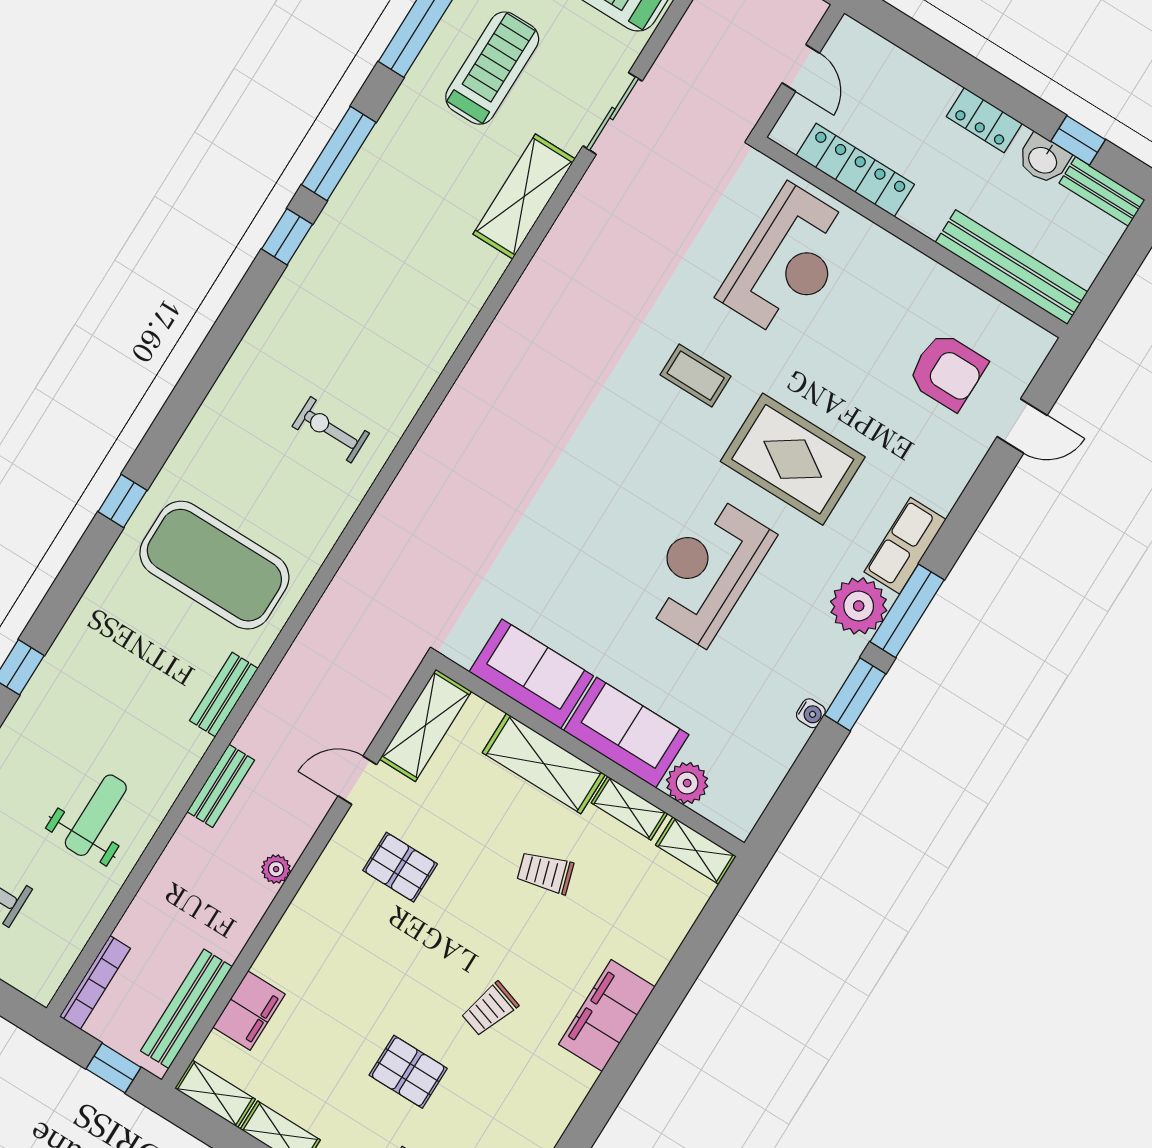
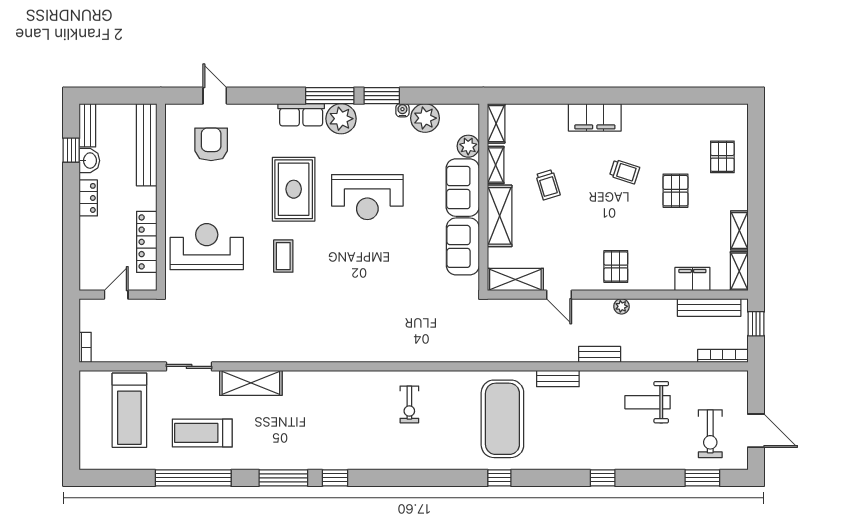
plant: (776, 742) -> (425, 118), added
pallet: (400, 867) -> (616, 267), moved

